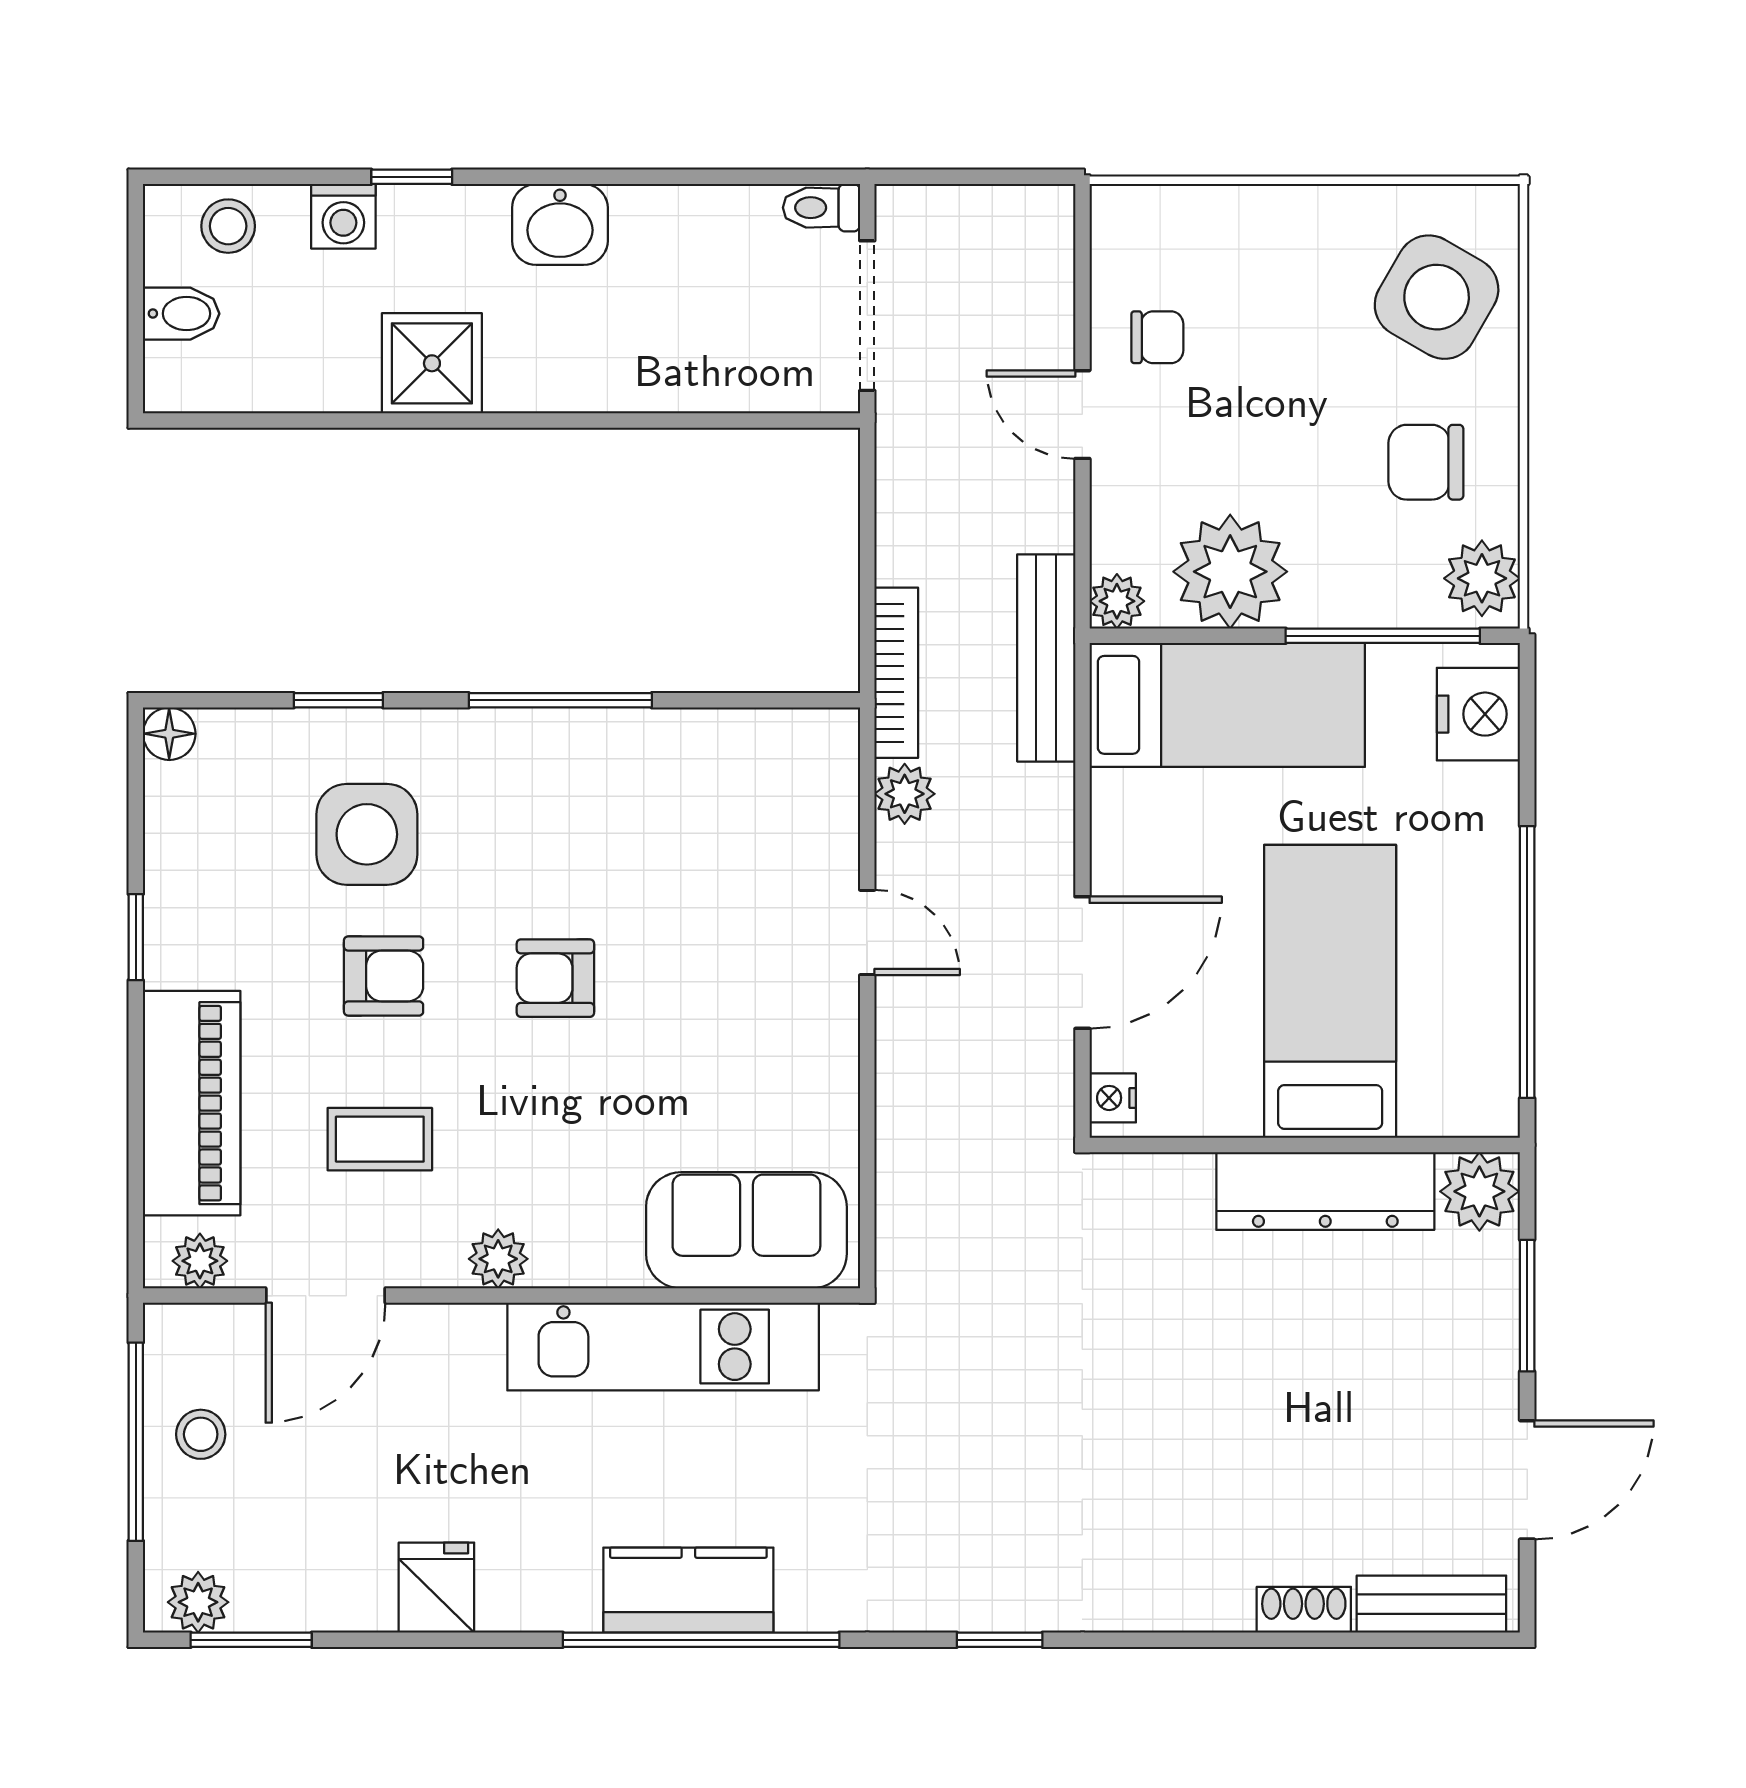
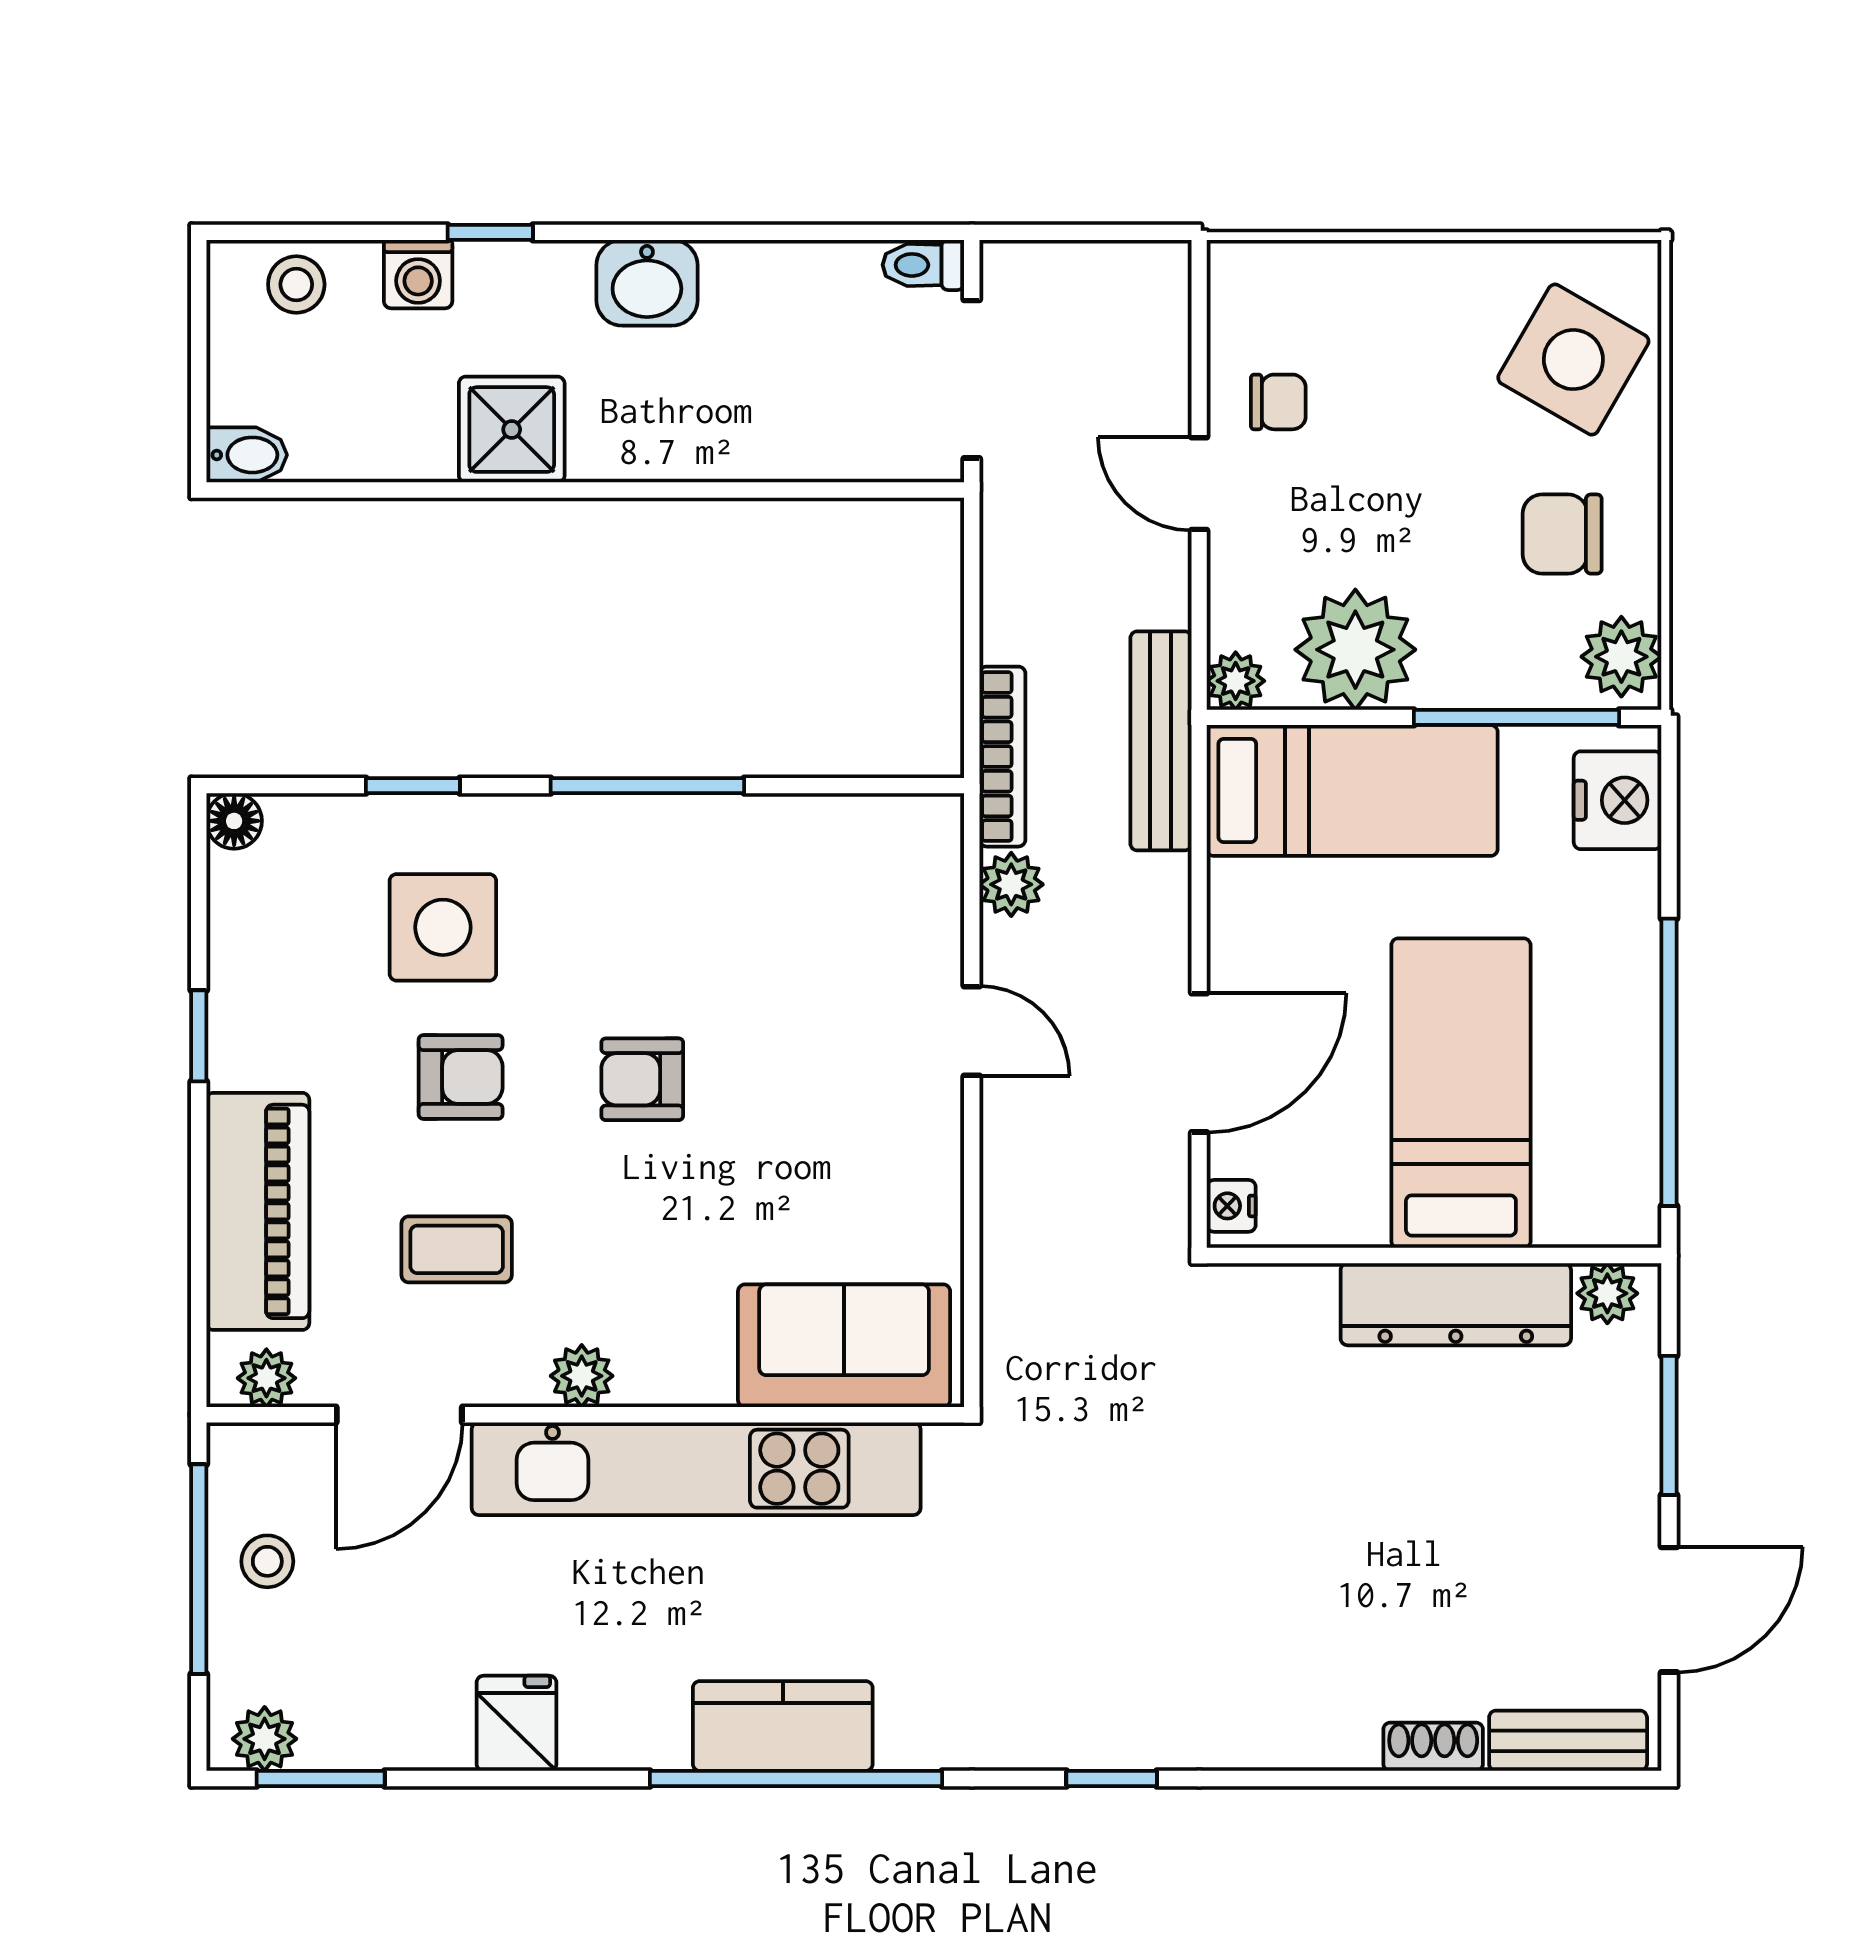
bidet: (181, 314) -> (247, 455), moved
plant: (1479, 1191) -> (1607, 1293), width x0.73, depth x0.73
kitchen unit: (663, 1347) -> (696, 1469), width x1.36

